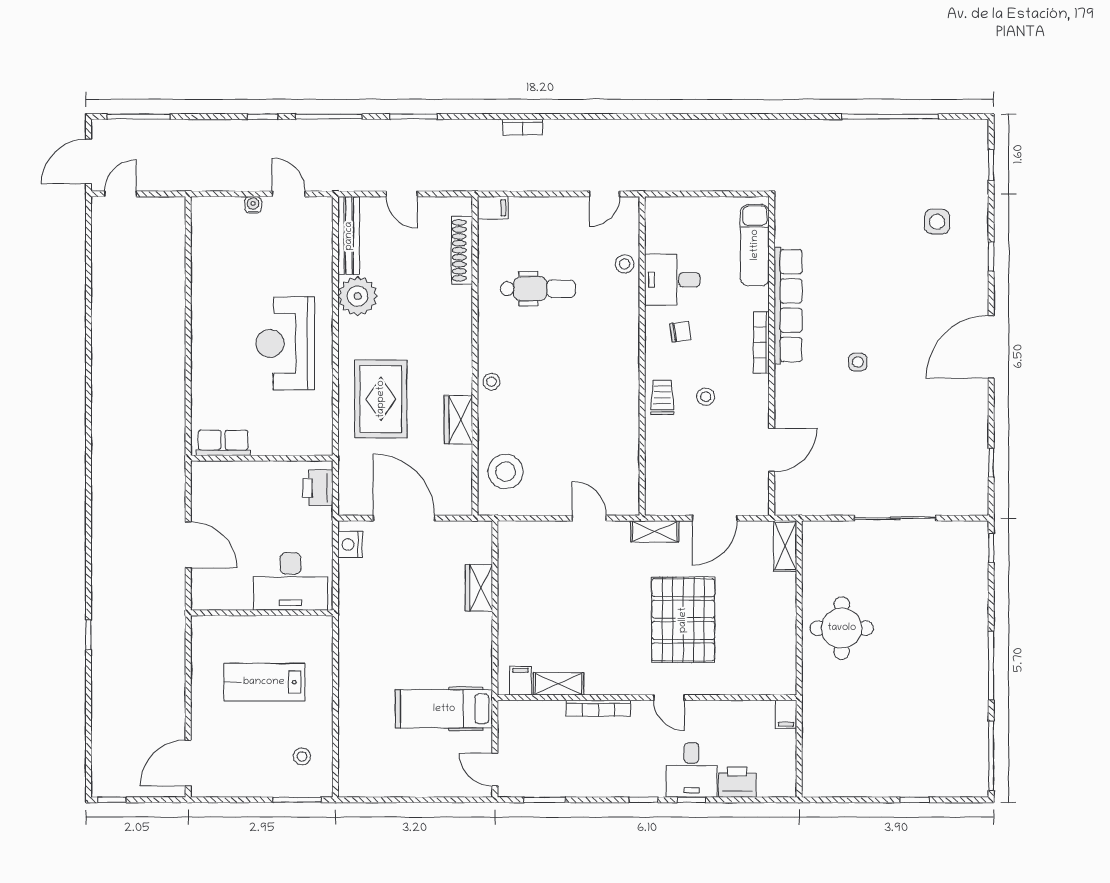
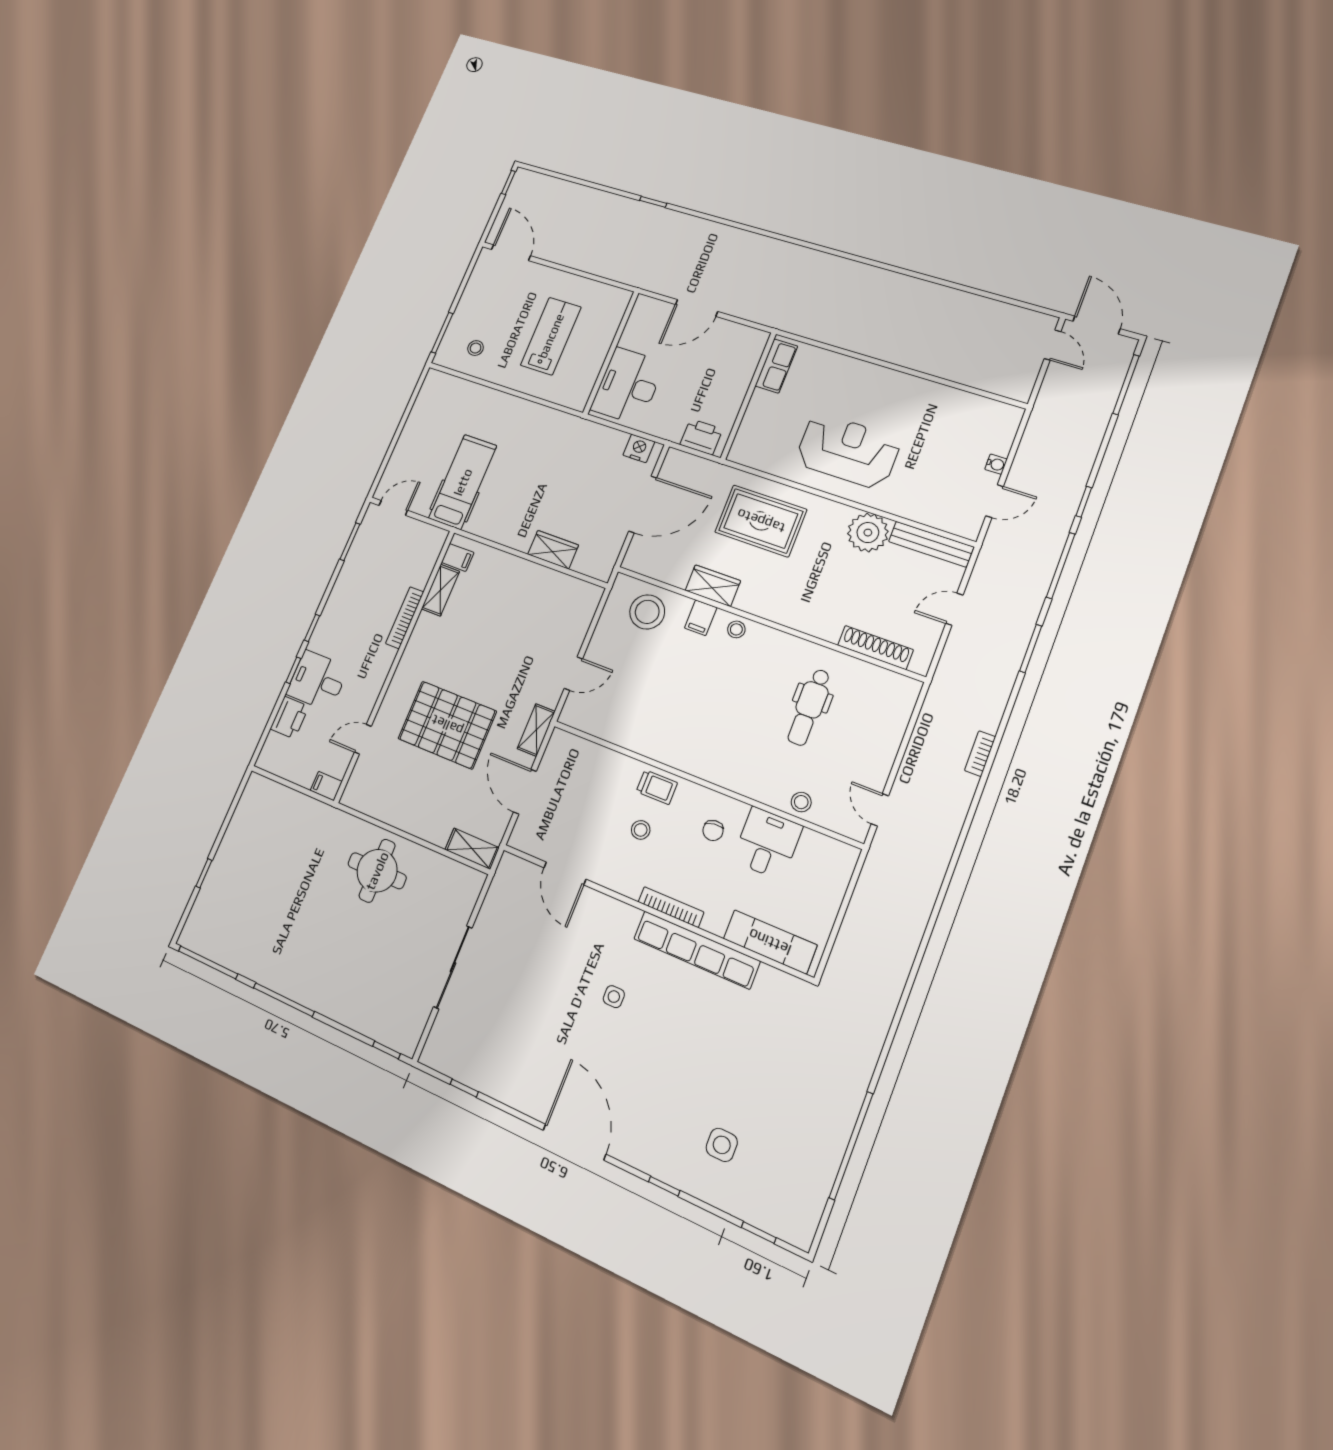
filing cabinet: (493, 208) -> (701, 618), moved
door: (669, 698) -> (363, 739), moved

